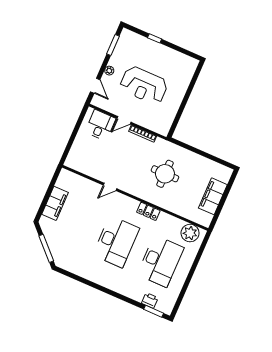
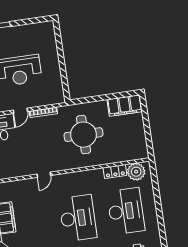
round table: (165, 174) -> (84, 135), width x1.36, depth x1.36
filing cabinet: (213, 196) -> (125, 106), moved, turned -90
locker: (148, 211) -> (115, 171), moved

